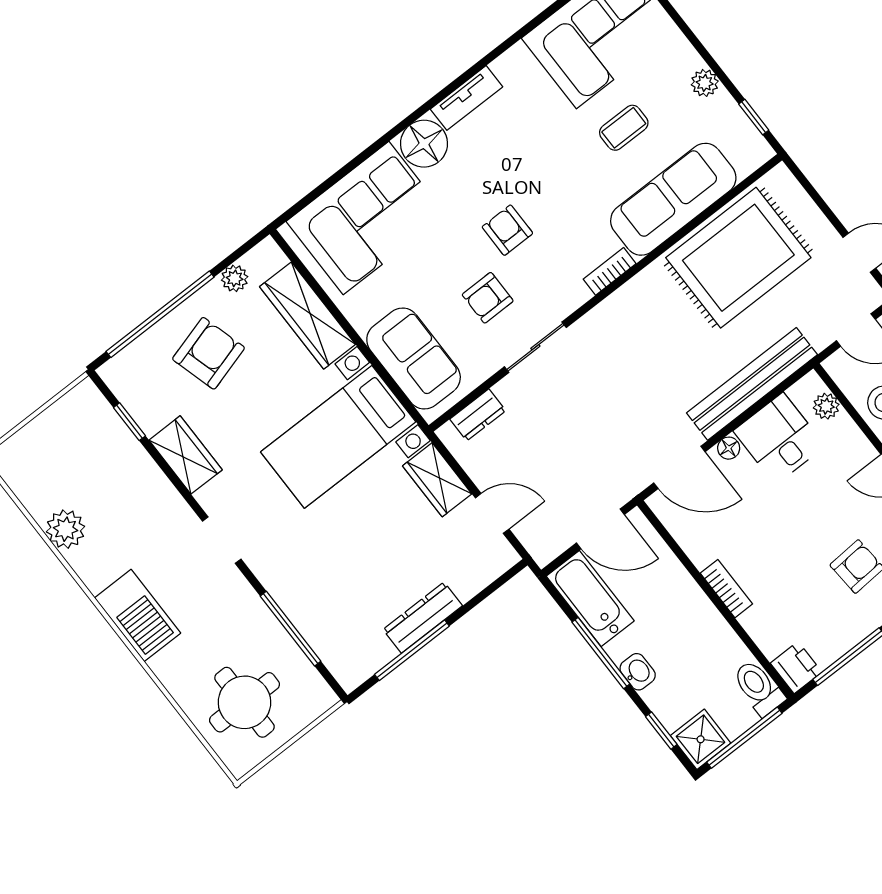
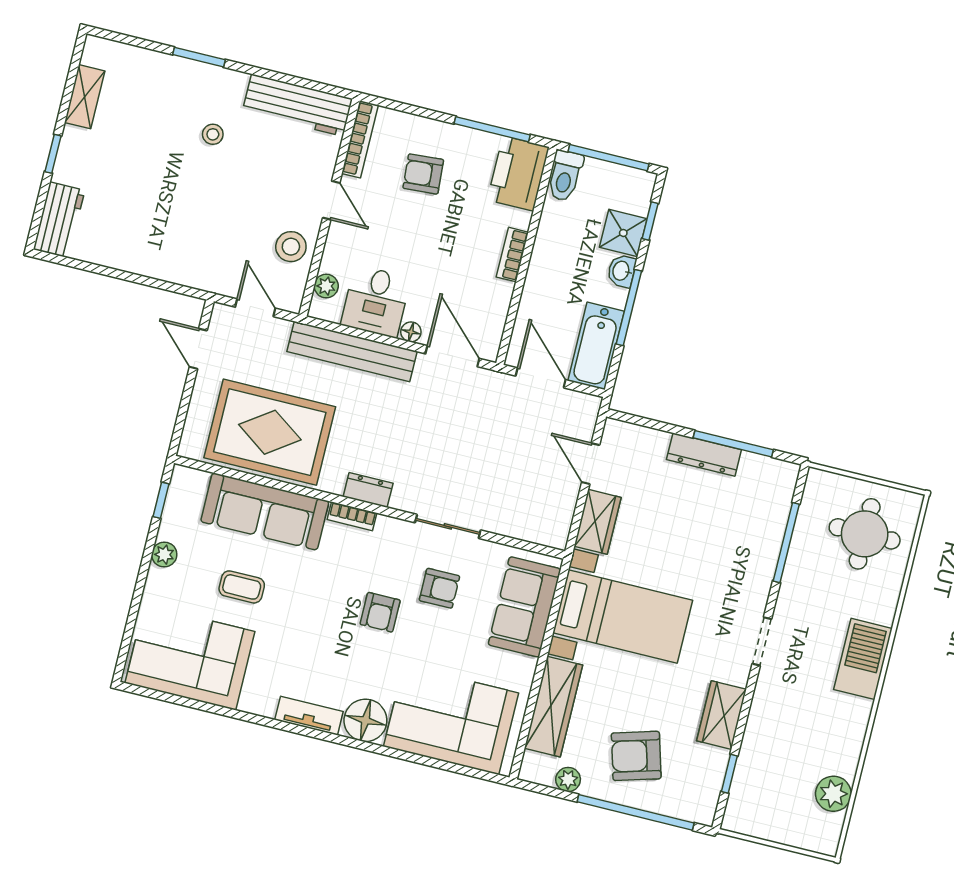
dresser: (478, 415) -> (368, 490), moved
plant: (66, 529) -> (833, 794), moved
printer: (796, 668) -> (518, 173), width x1.87, depth x1.48
shower: (701, 739) -> (623, 233), moved

